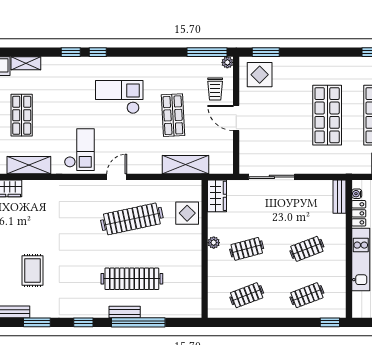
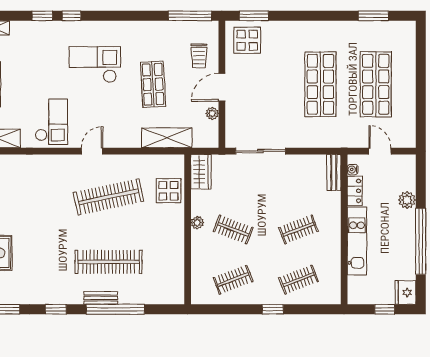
plant: (227, 62) -> (212, 113), moved
door: (236, 118) -> (222, 87), hinge flipped
clothes rail: (247, 249) -> (233, 229), turned 36
window: (330, 322) -> (273, 309), moved

